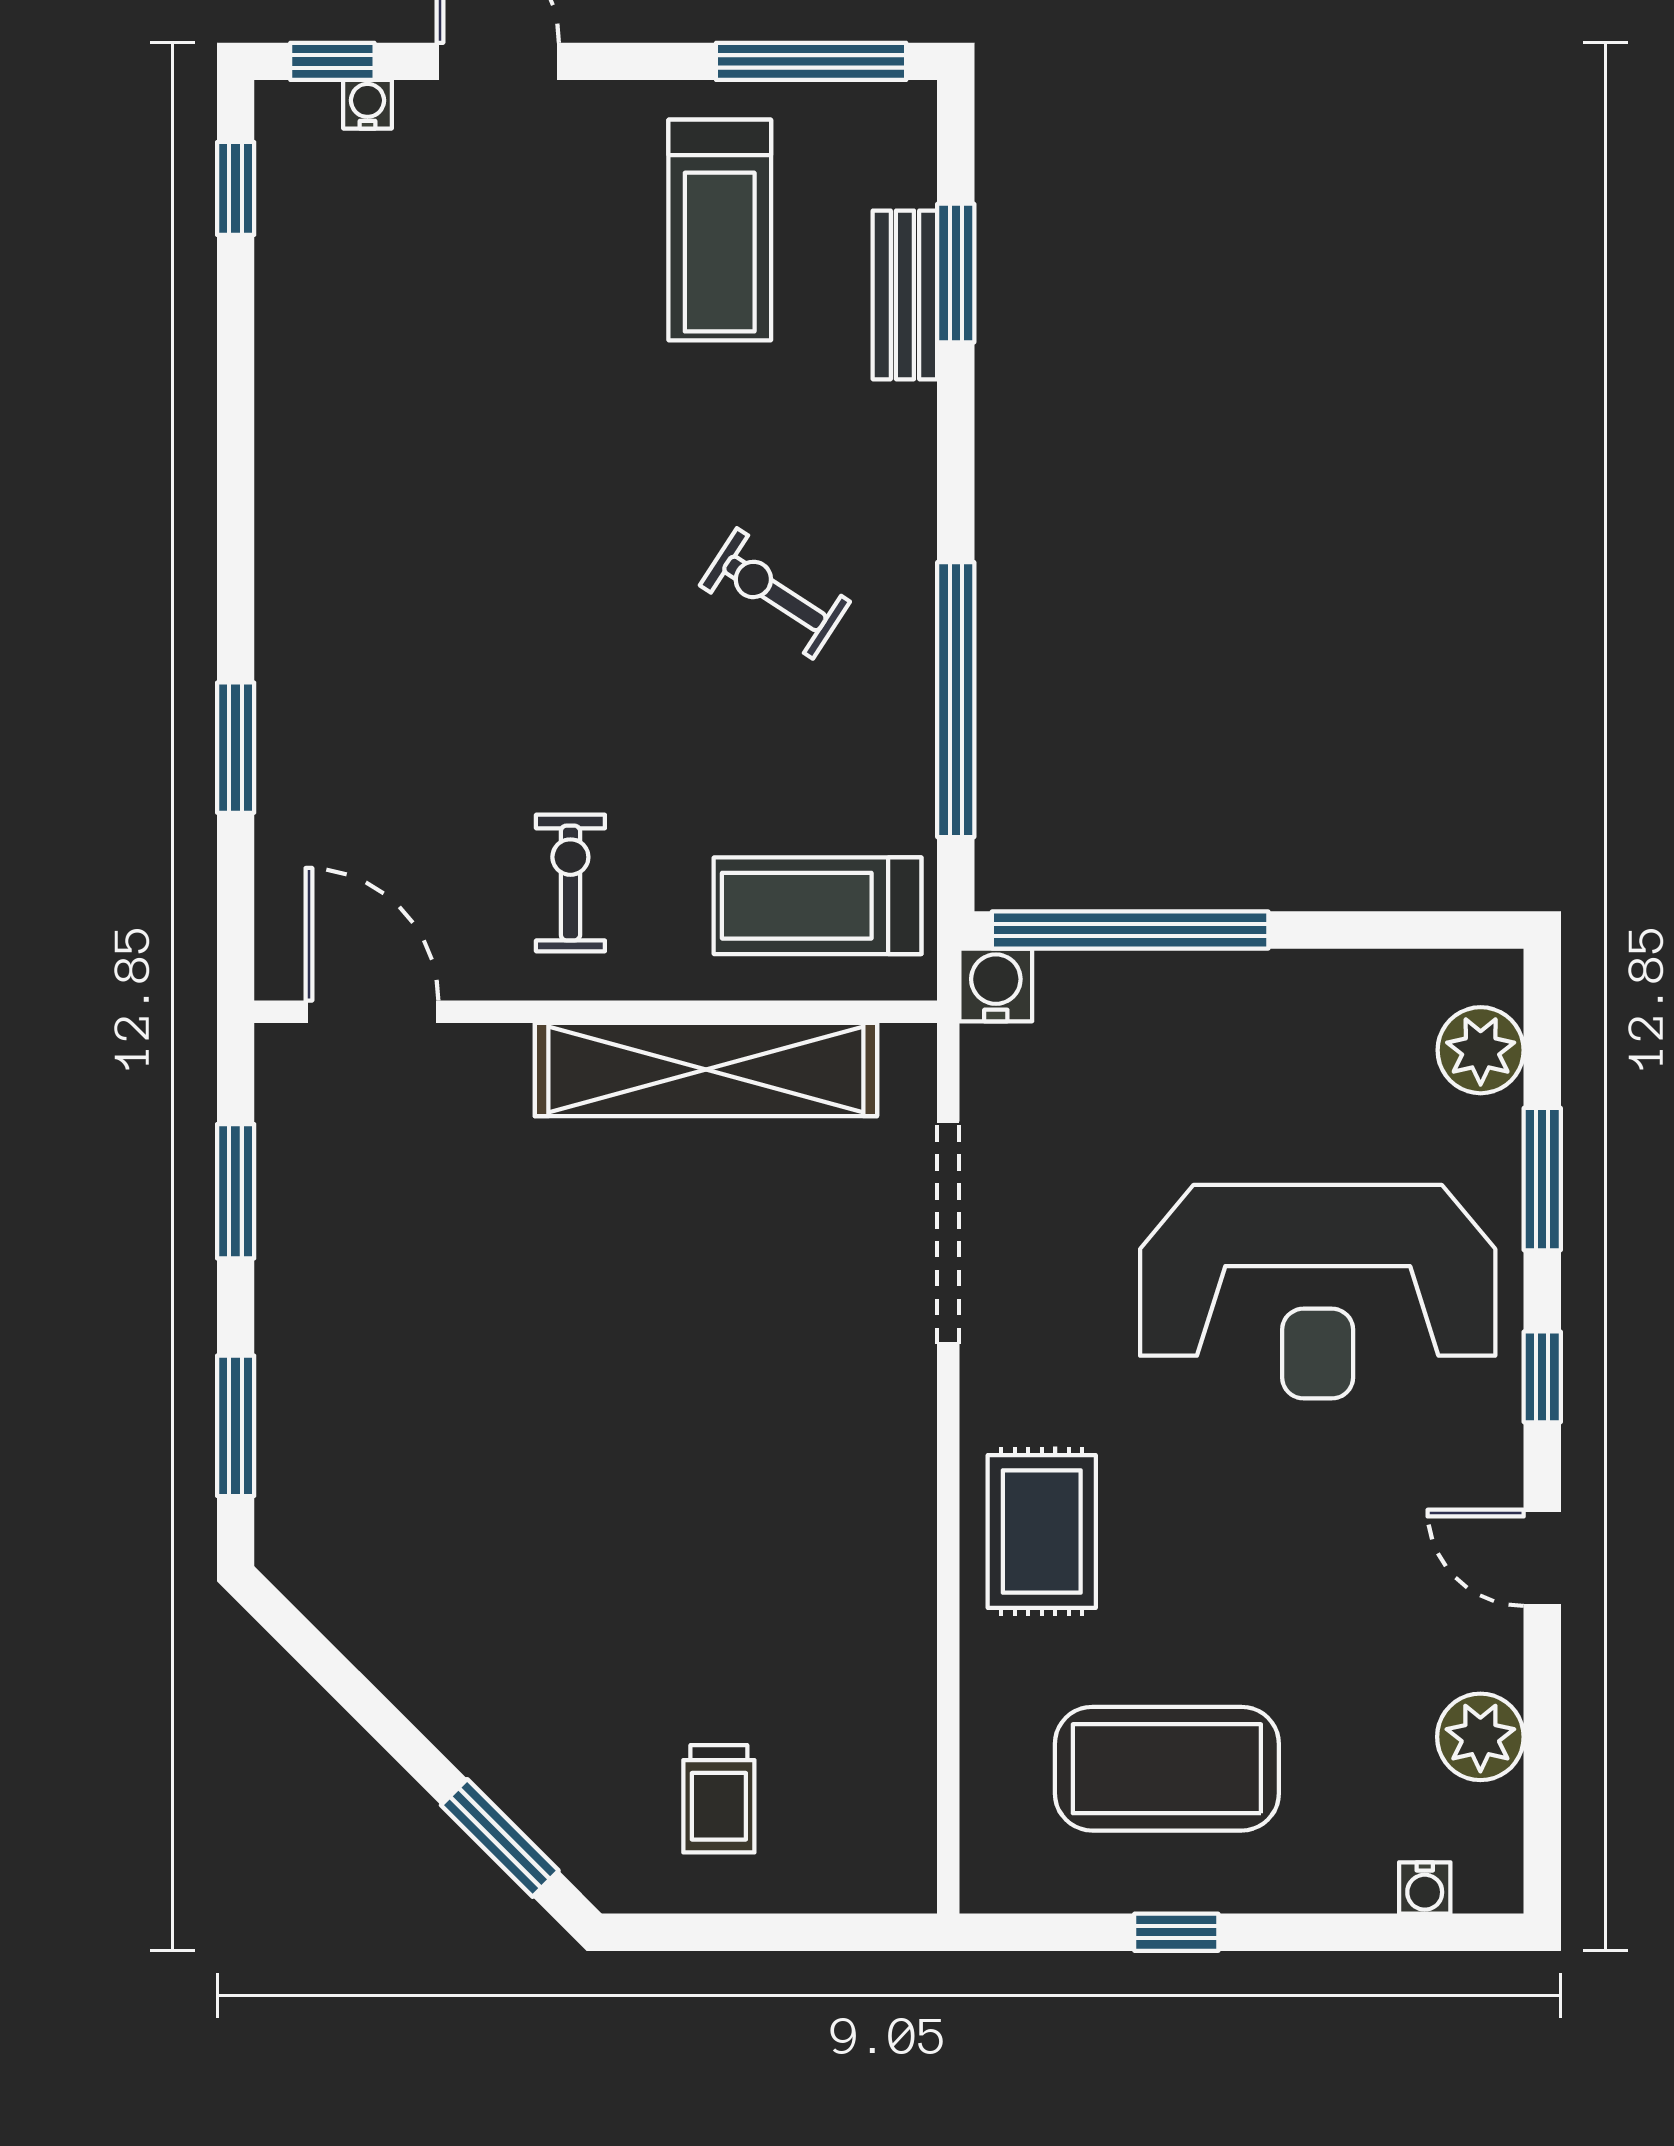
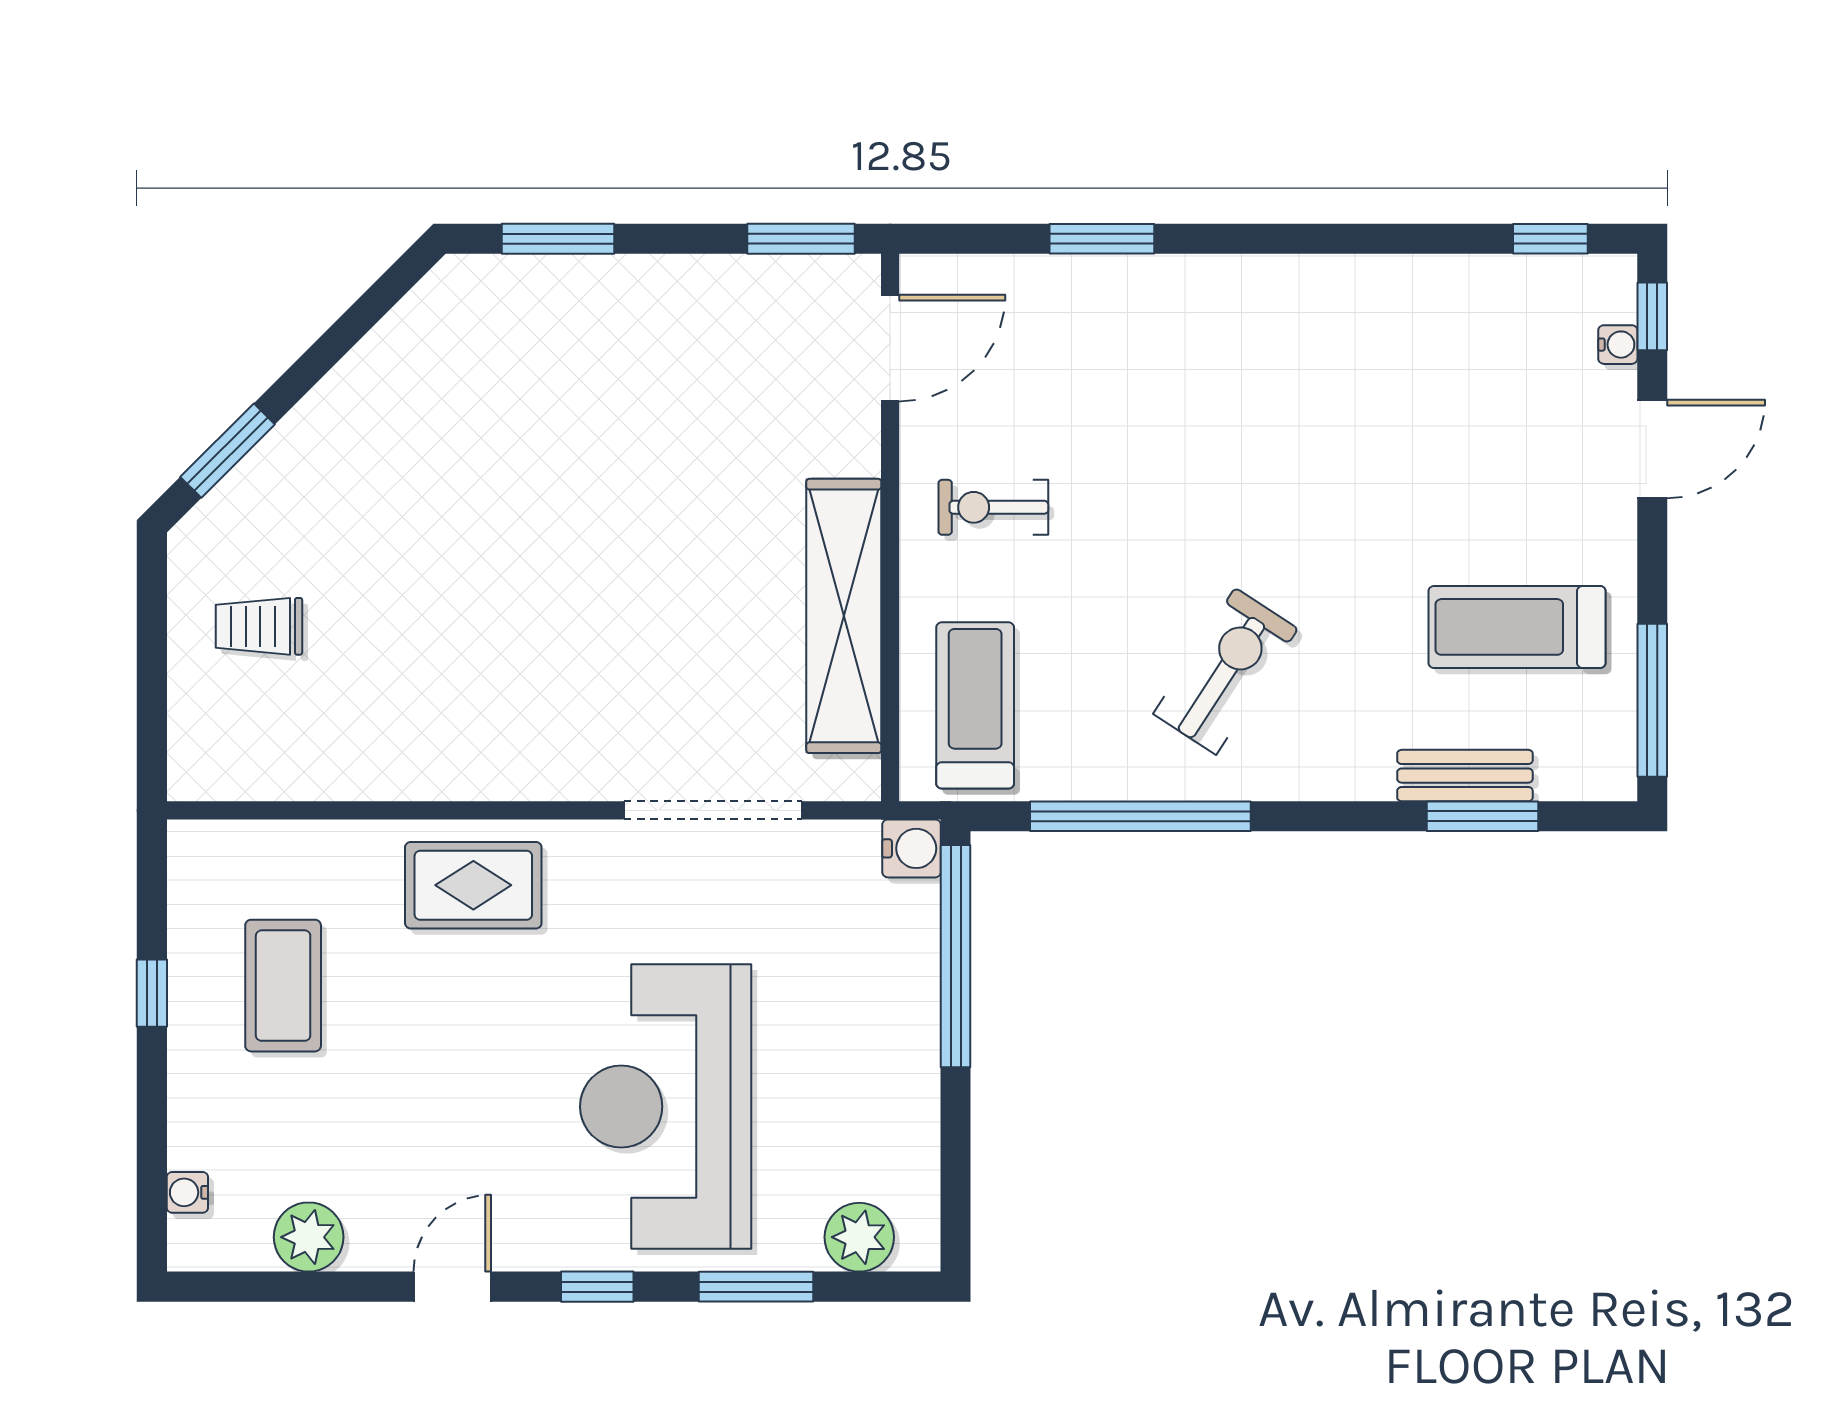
exercise bike: (775, 593) -> (1226, 671), width x1.38, depth x1.39
exercise bike: (570, 883) -> (993, 507), turned 180
window: (236, 1191) -> (801, 239), moved
coffee table: (1167, 1769) -> (283, 986), width x0.73, depth x0.76

